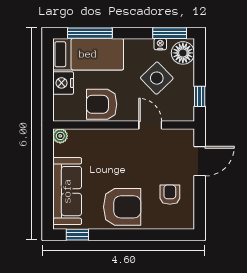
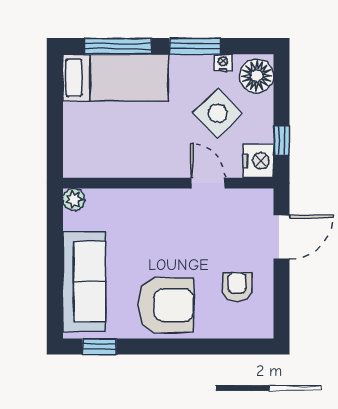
window: (170, 33) -> (195, 46), moved
nightstand: (63, 83) -> (258, 161), moved, turned 180
armchair: (102, 104) -> (135, 152), removed

